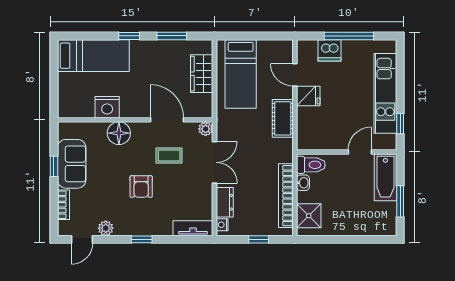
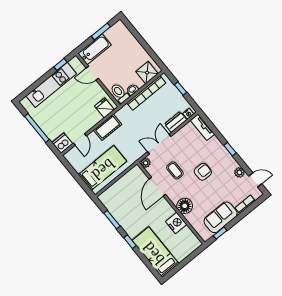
dishwasher: (330, 50) -> (62, 143), moved, turned -90
wardrobe: (202, 74) -> (119, 188), removed
fridge: (308, 96) -> (104, 108), moved
window: (54, 166) -> (220, 233), moved

